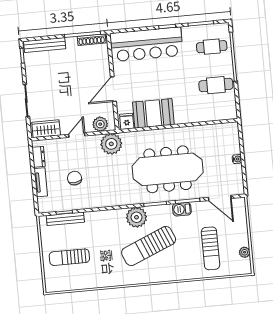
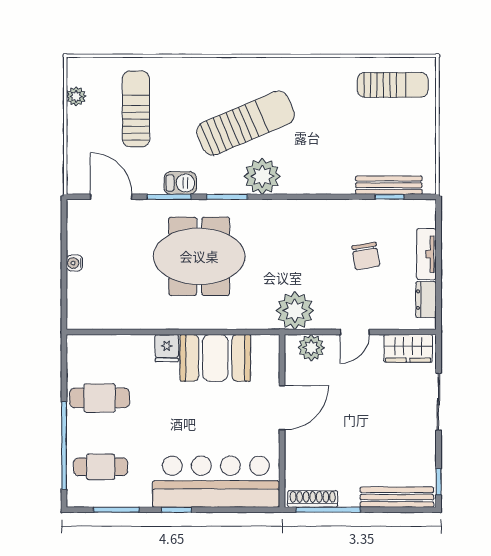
fridge: (127, 121) -> (167, 348), moved
meeting table: (168, 169) -> (199, 256), width x0.73
sun lounger: (69, 257) -> (393, 85), moved

